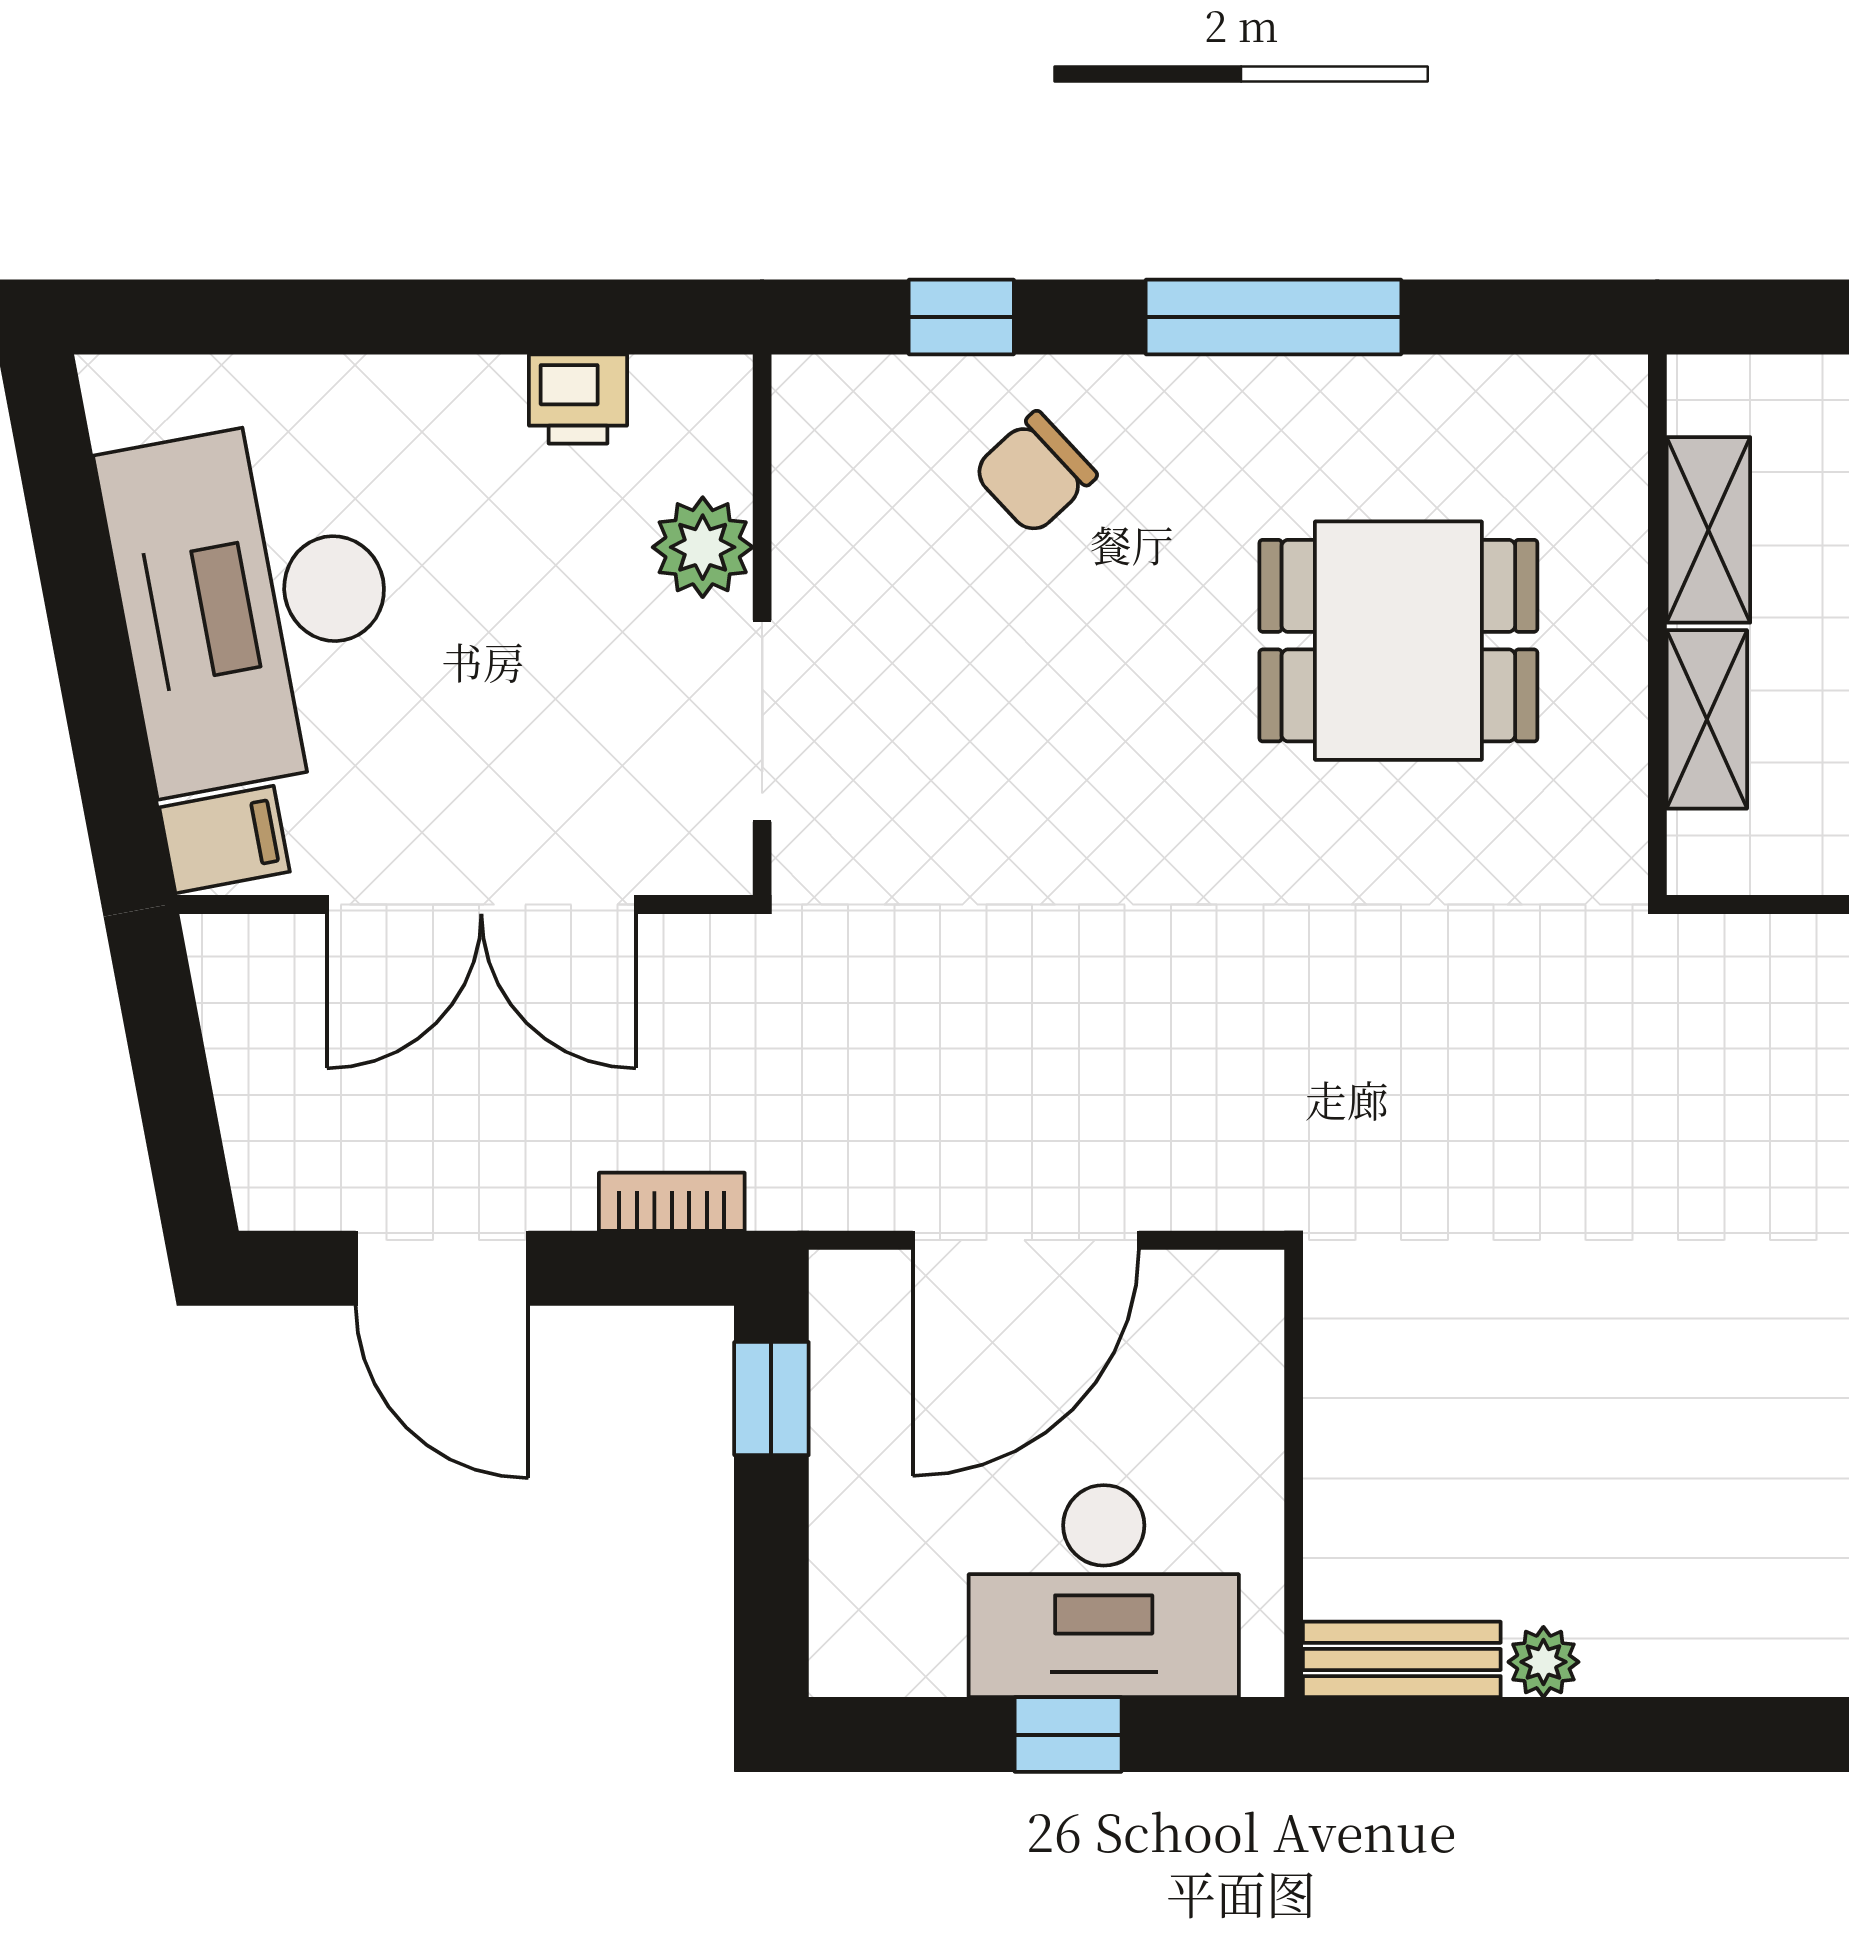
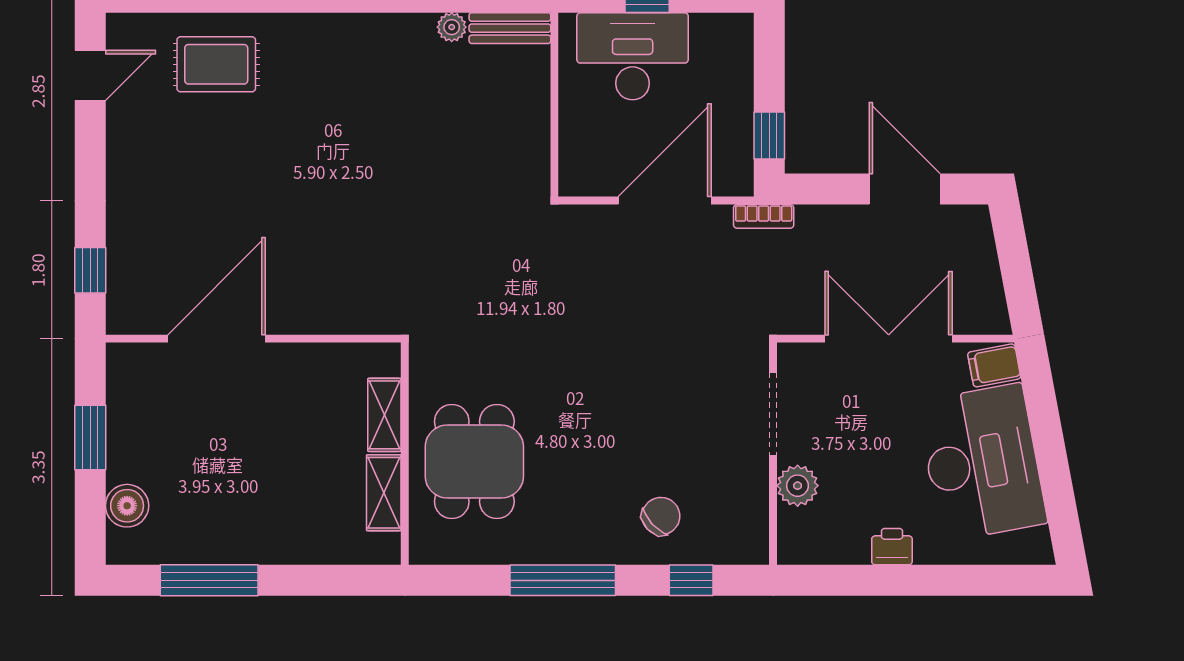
printer: (578, 399) -> (892, 547), moved
dining table: (1398, 641) -> (474, 461), moved, turned 90
bookcase: (672, 1202) -> (764, 216), moved

